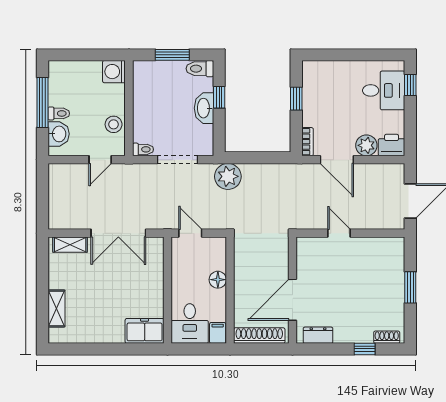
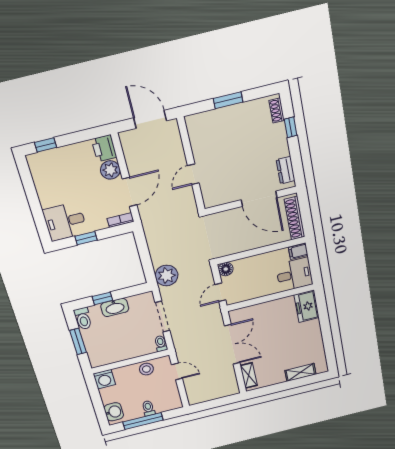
desk: (384, 90) -> (65, 222), moved, turned -90
washbasin: (59, 134) -> (114, 412), moved, turned 90
floor lamp: (218, 280) -> (226, 269), moved

